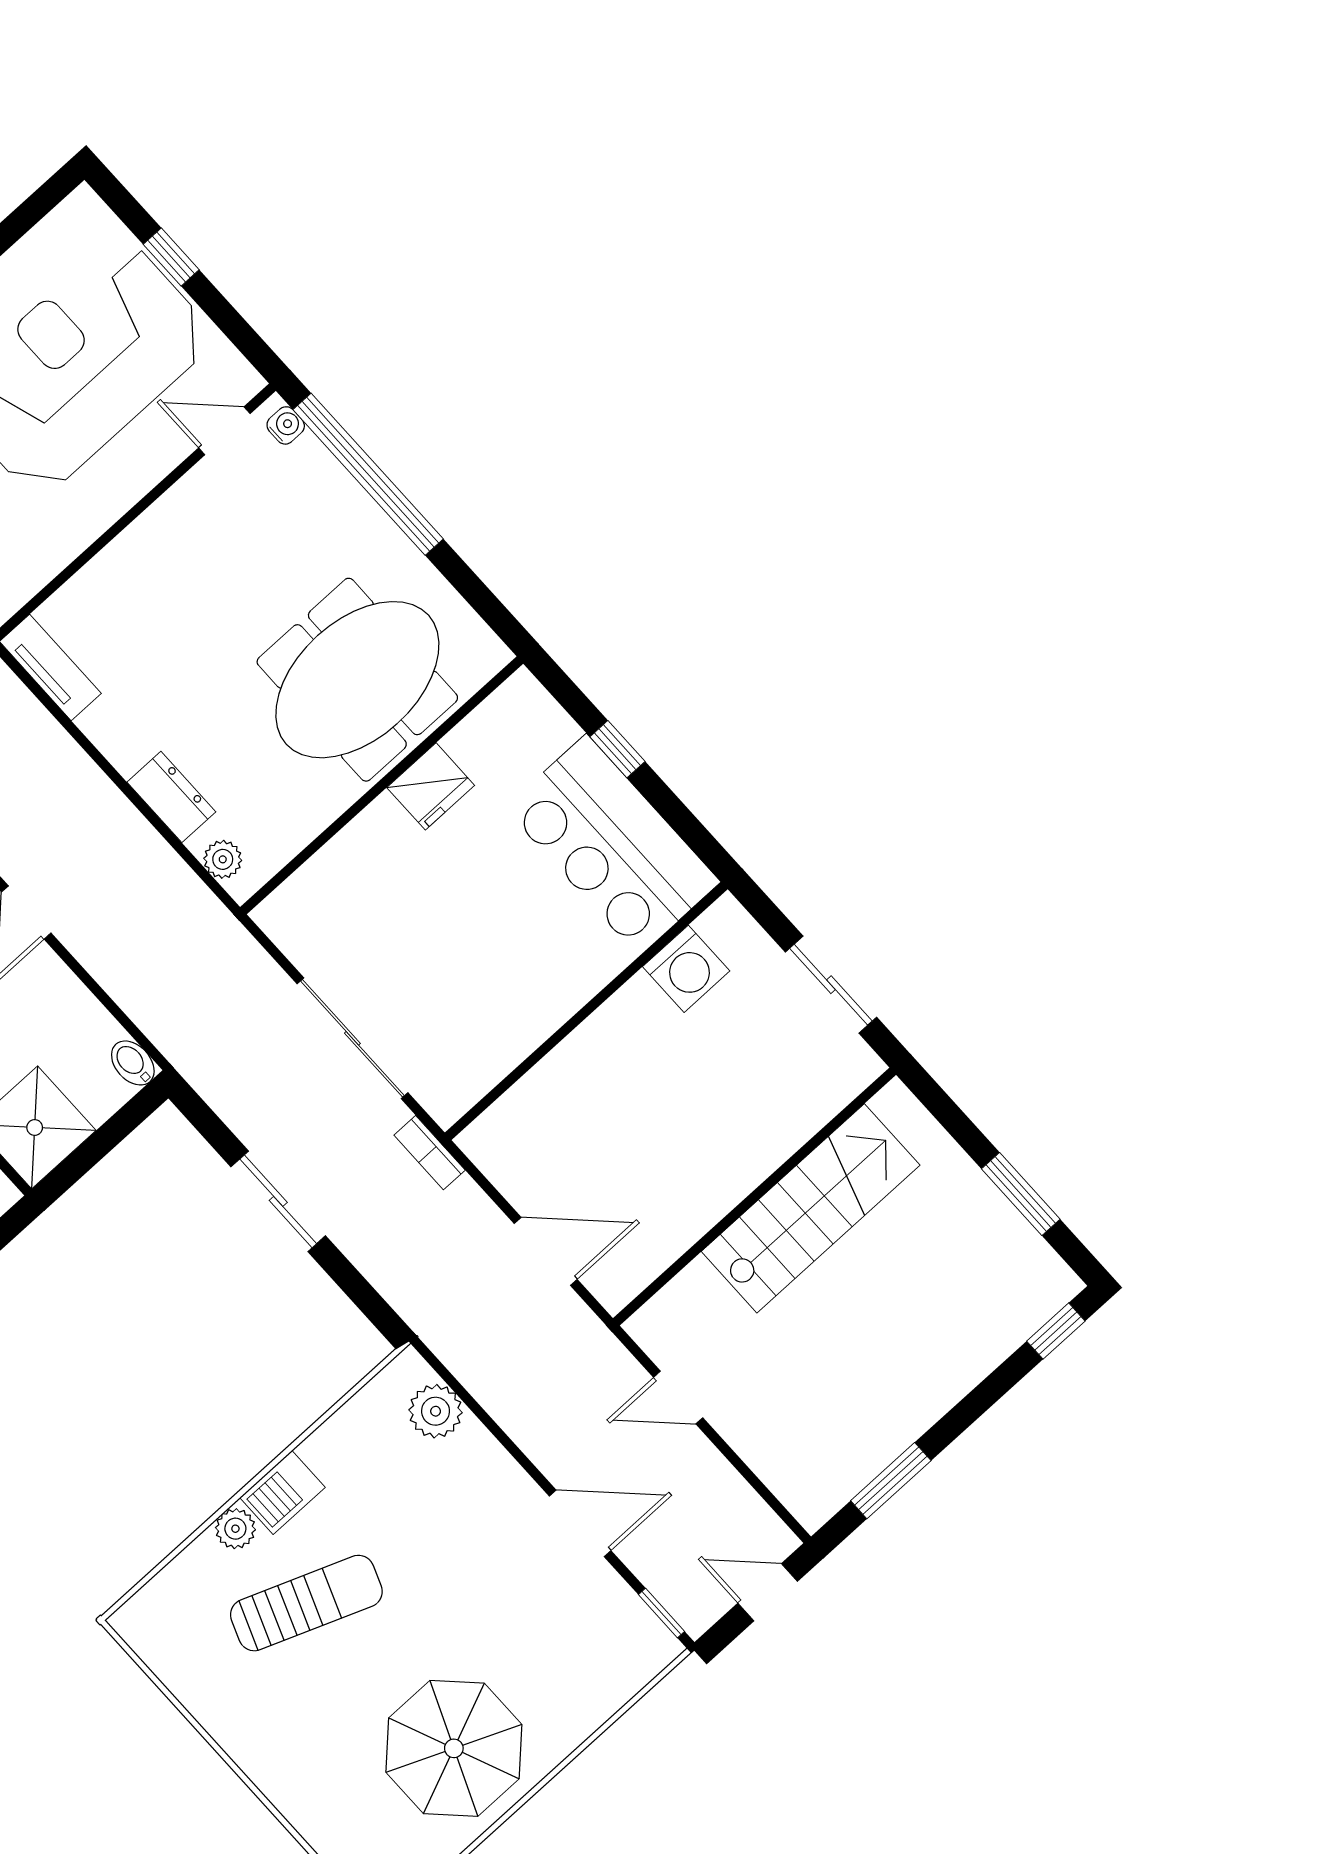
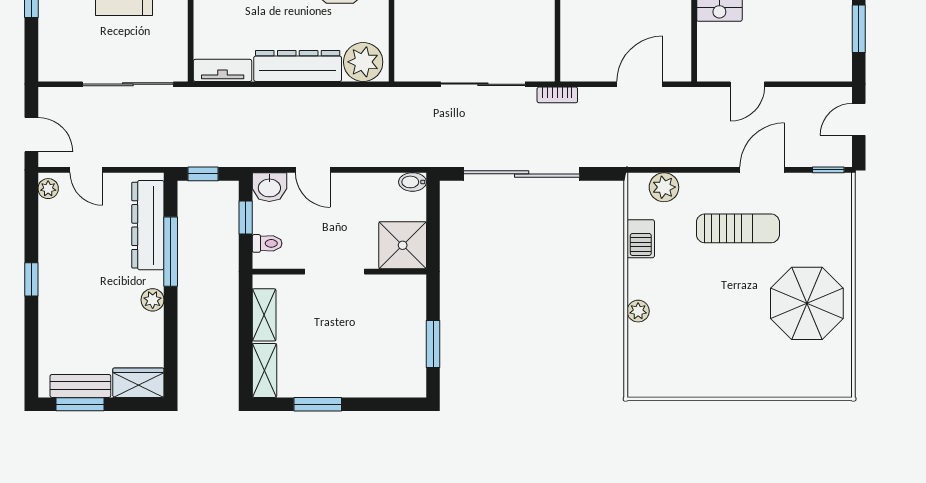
dresser: (171, 797) -> (298, 66), width x1.96, depth x1.24
plant: (223, 859) -> (363, 62), width x1.88, depth x1.88
sliding door: (278, 1201) -> (522, 174), width x1.86
barbecue: (283, 1492) -> (641, 239), moved
sun lounger: (306, 1603) -> (738, 228), moved, turned 69

